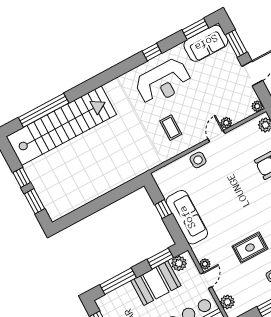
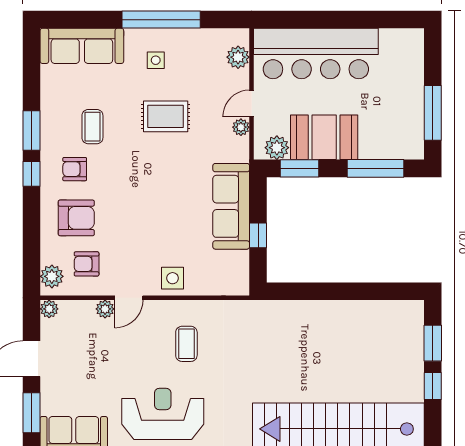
armchair: (250, 142) -> (87, 264), added

